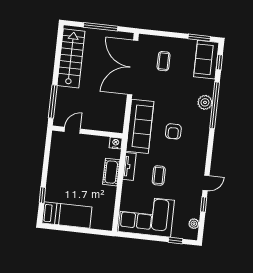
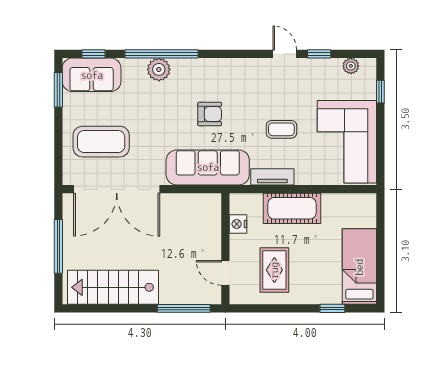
coffee table: (164, 61) -> (101, 142), width x1.86, depth x1.72
nightstand: (116, 143) -> (238, 224), moved
rug: (71, 161) -> (274, 270), added
cot: (111, 172) -> (292, 208), width x1.37, depth x1.34

